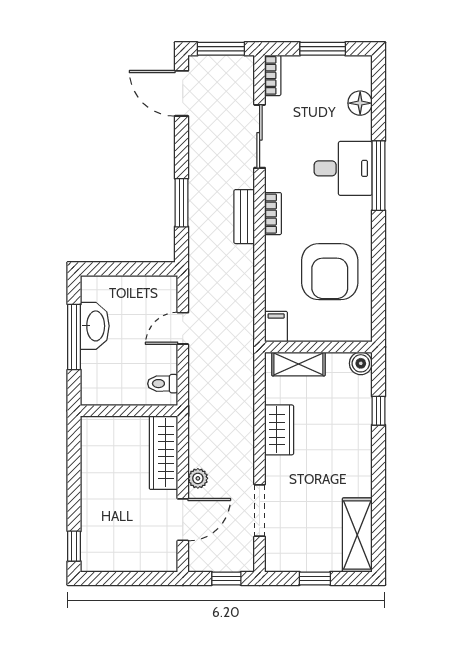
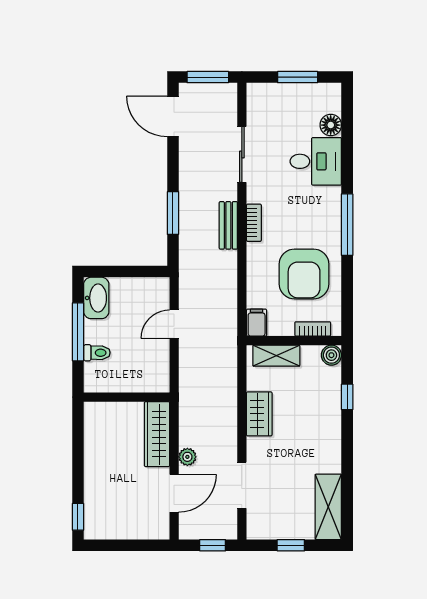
bookcase: (273, 75) -> (313, 329), moved, turned -90
desk: (343, 168) -> (316, 161), moved
window: (379, 176) -> (347, 225), moved
washbasin: (95, 326) -> (96, 298), moved
toilet: (163, 384) -> (97, 353), moved, turned 180

